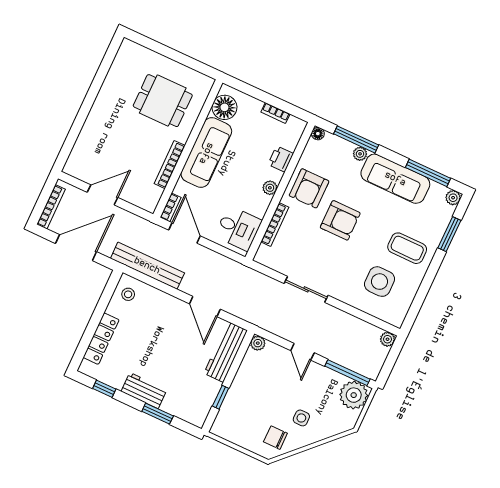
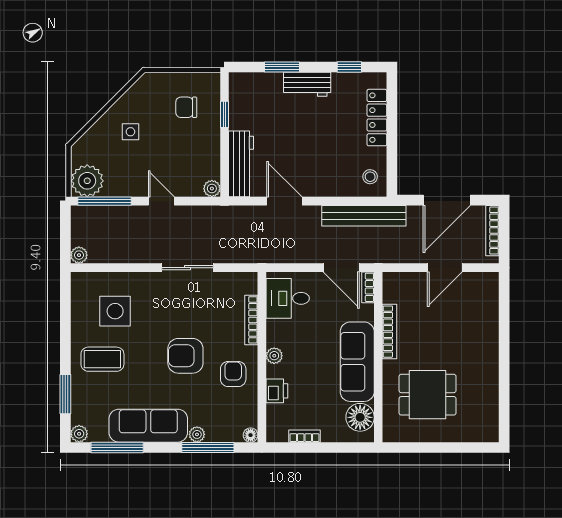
armchair: (309, 188) -> (233, 374), width x0.72, depth x0.72
chair: (275, 438) -> (186, 107), moved, turned 180

